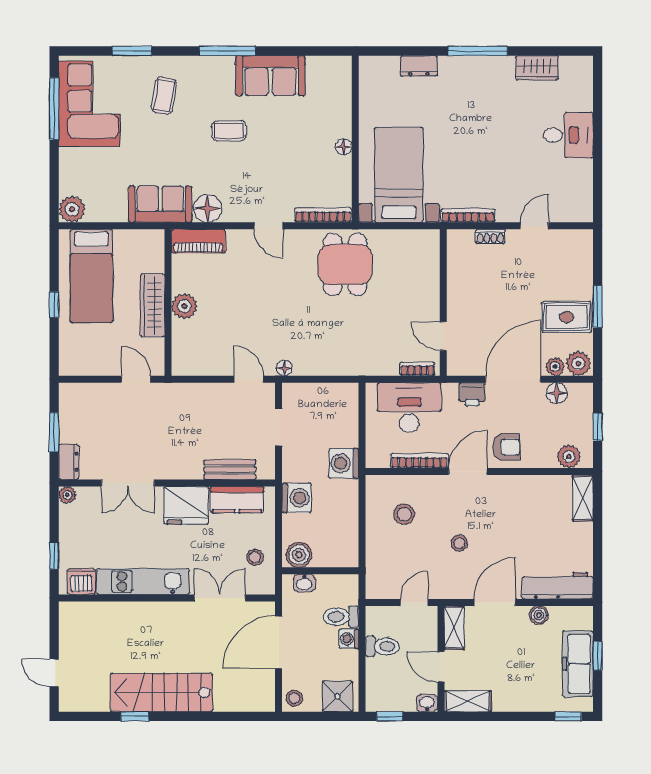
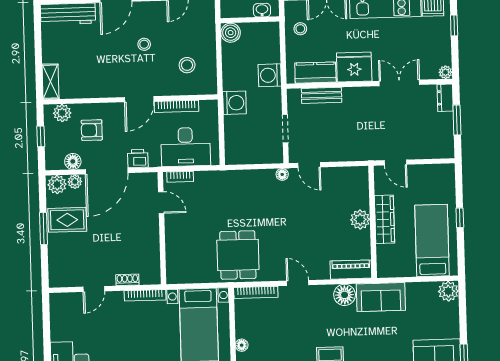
armchair: (507, 447) -> (92, 130), moved
boiler: (299, 555) -> (231, 33), moved

